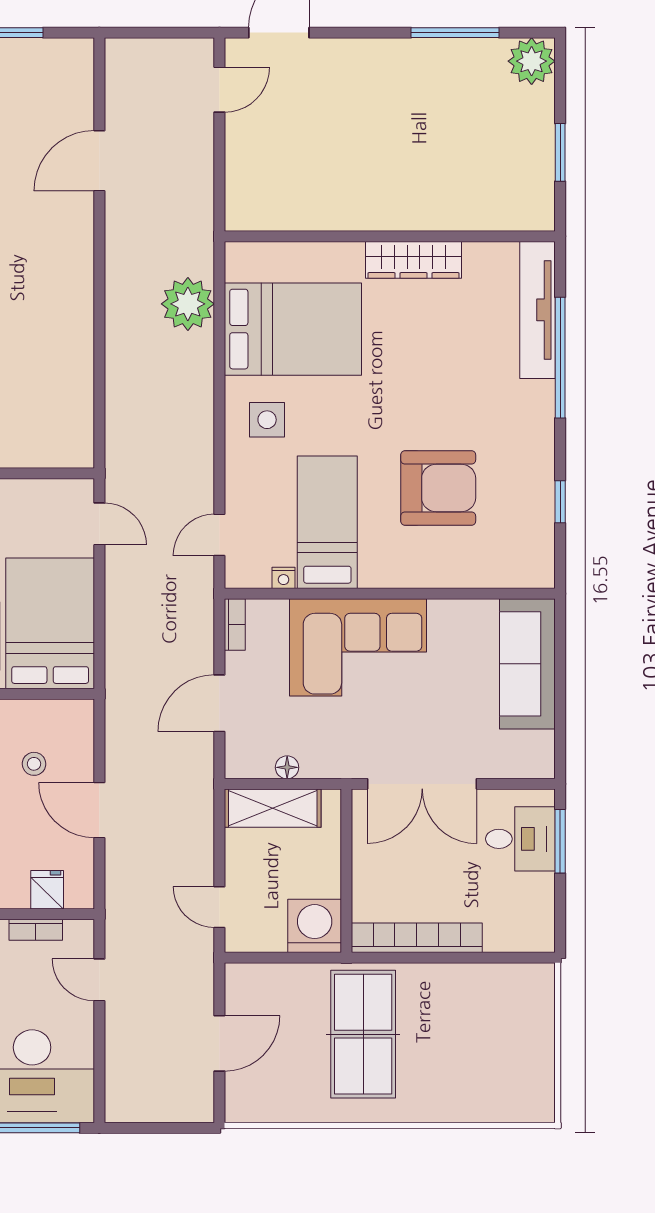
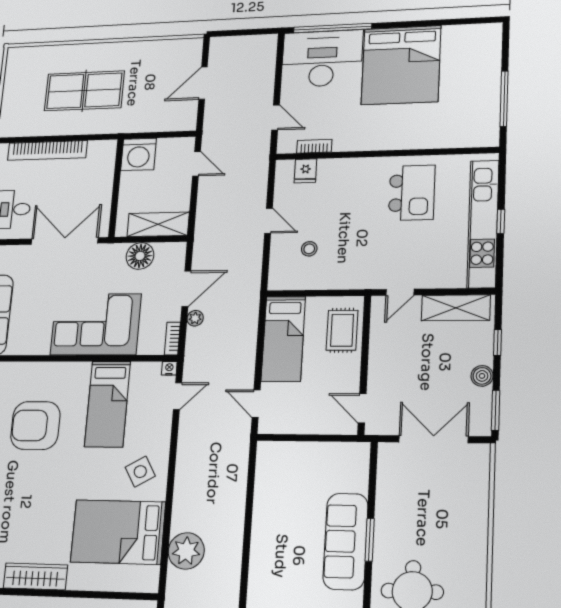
side table: (267, 420) -> (140, 472), turned -30
nightstand: (284, 578) -> (169, 368), moved
bed: (50, 623) -> (283, 339), width x0.67
plant: (202, 656) -> (195, 318), added
floor lamp: (287, 767) -> (140, 256), width x1.89, depth x1.89
door: (99, 810) -> (269, 221), width x0.73
bookcase: (417, 938) -> (47, 150), moved
table tennis table: (363, 1034) -> (84, 91), moved, turned 90

